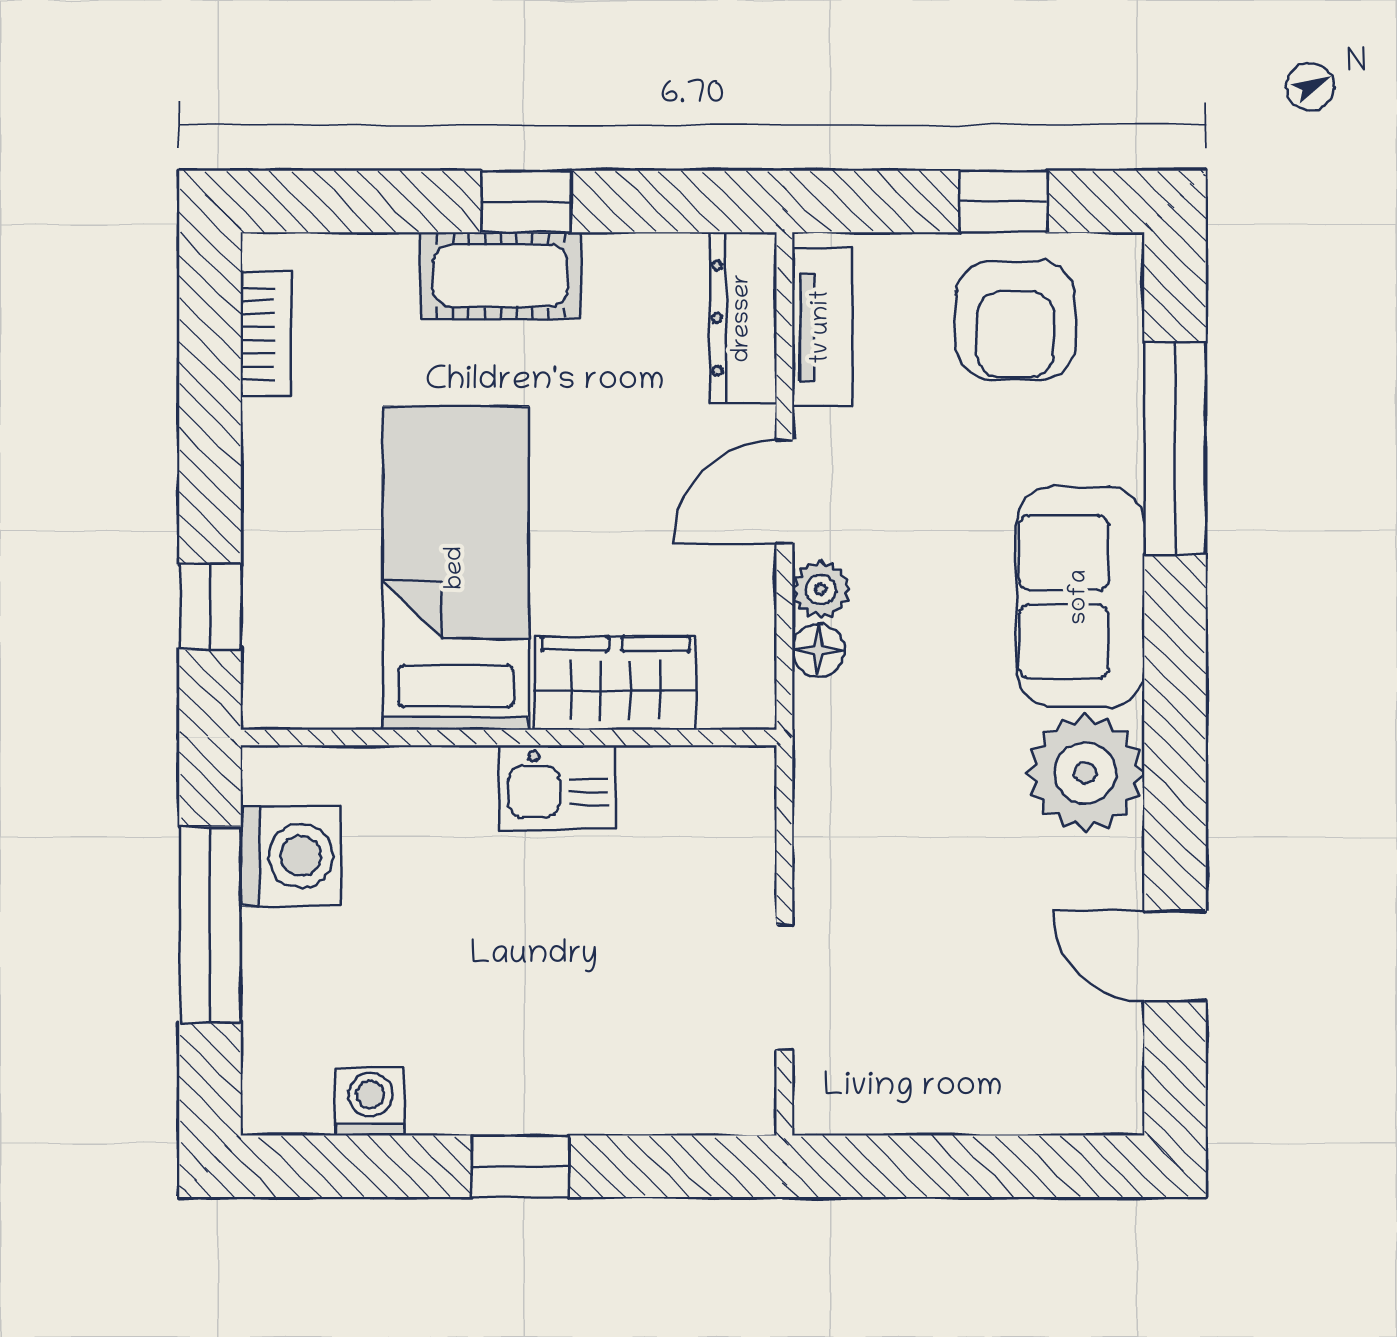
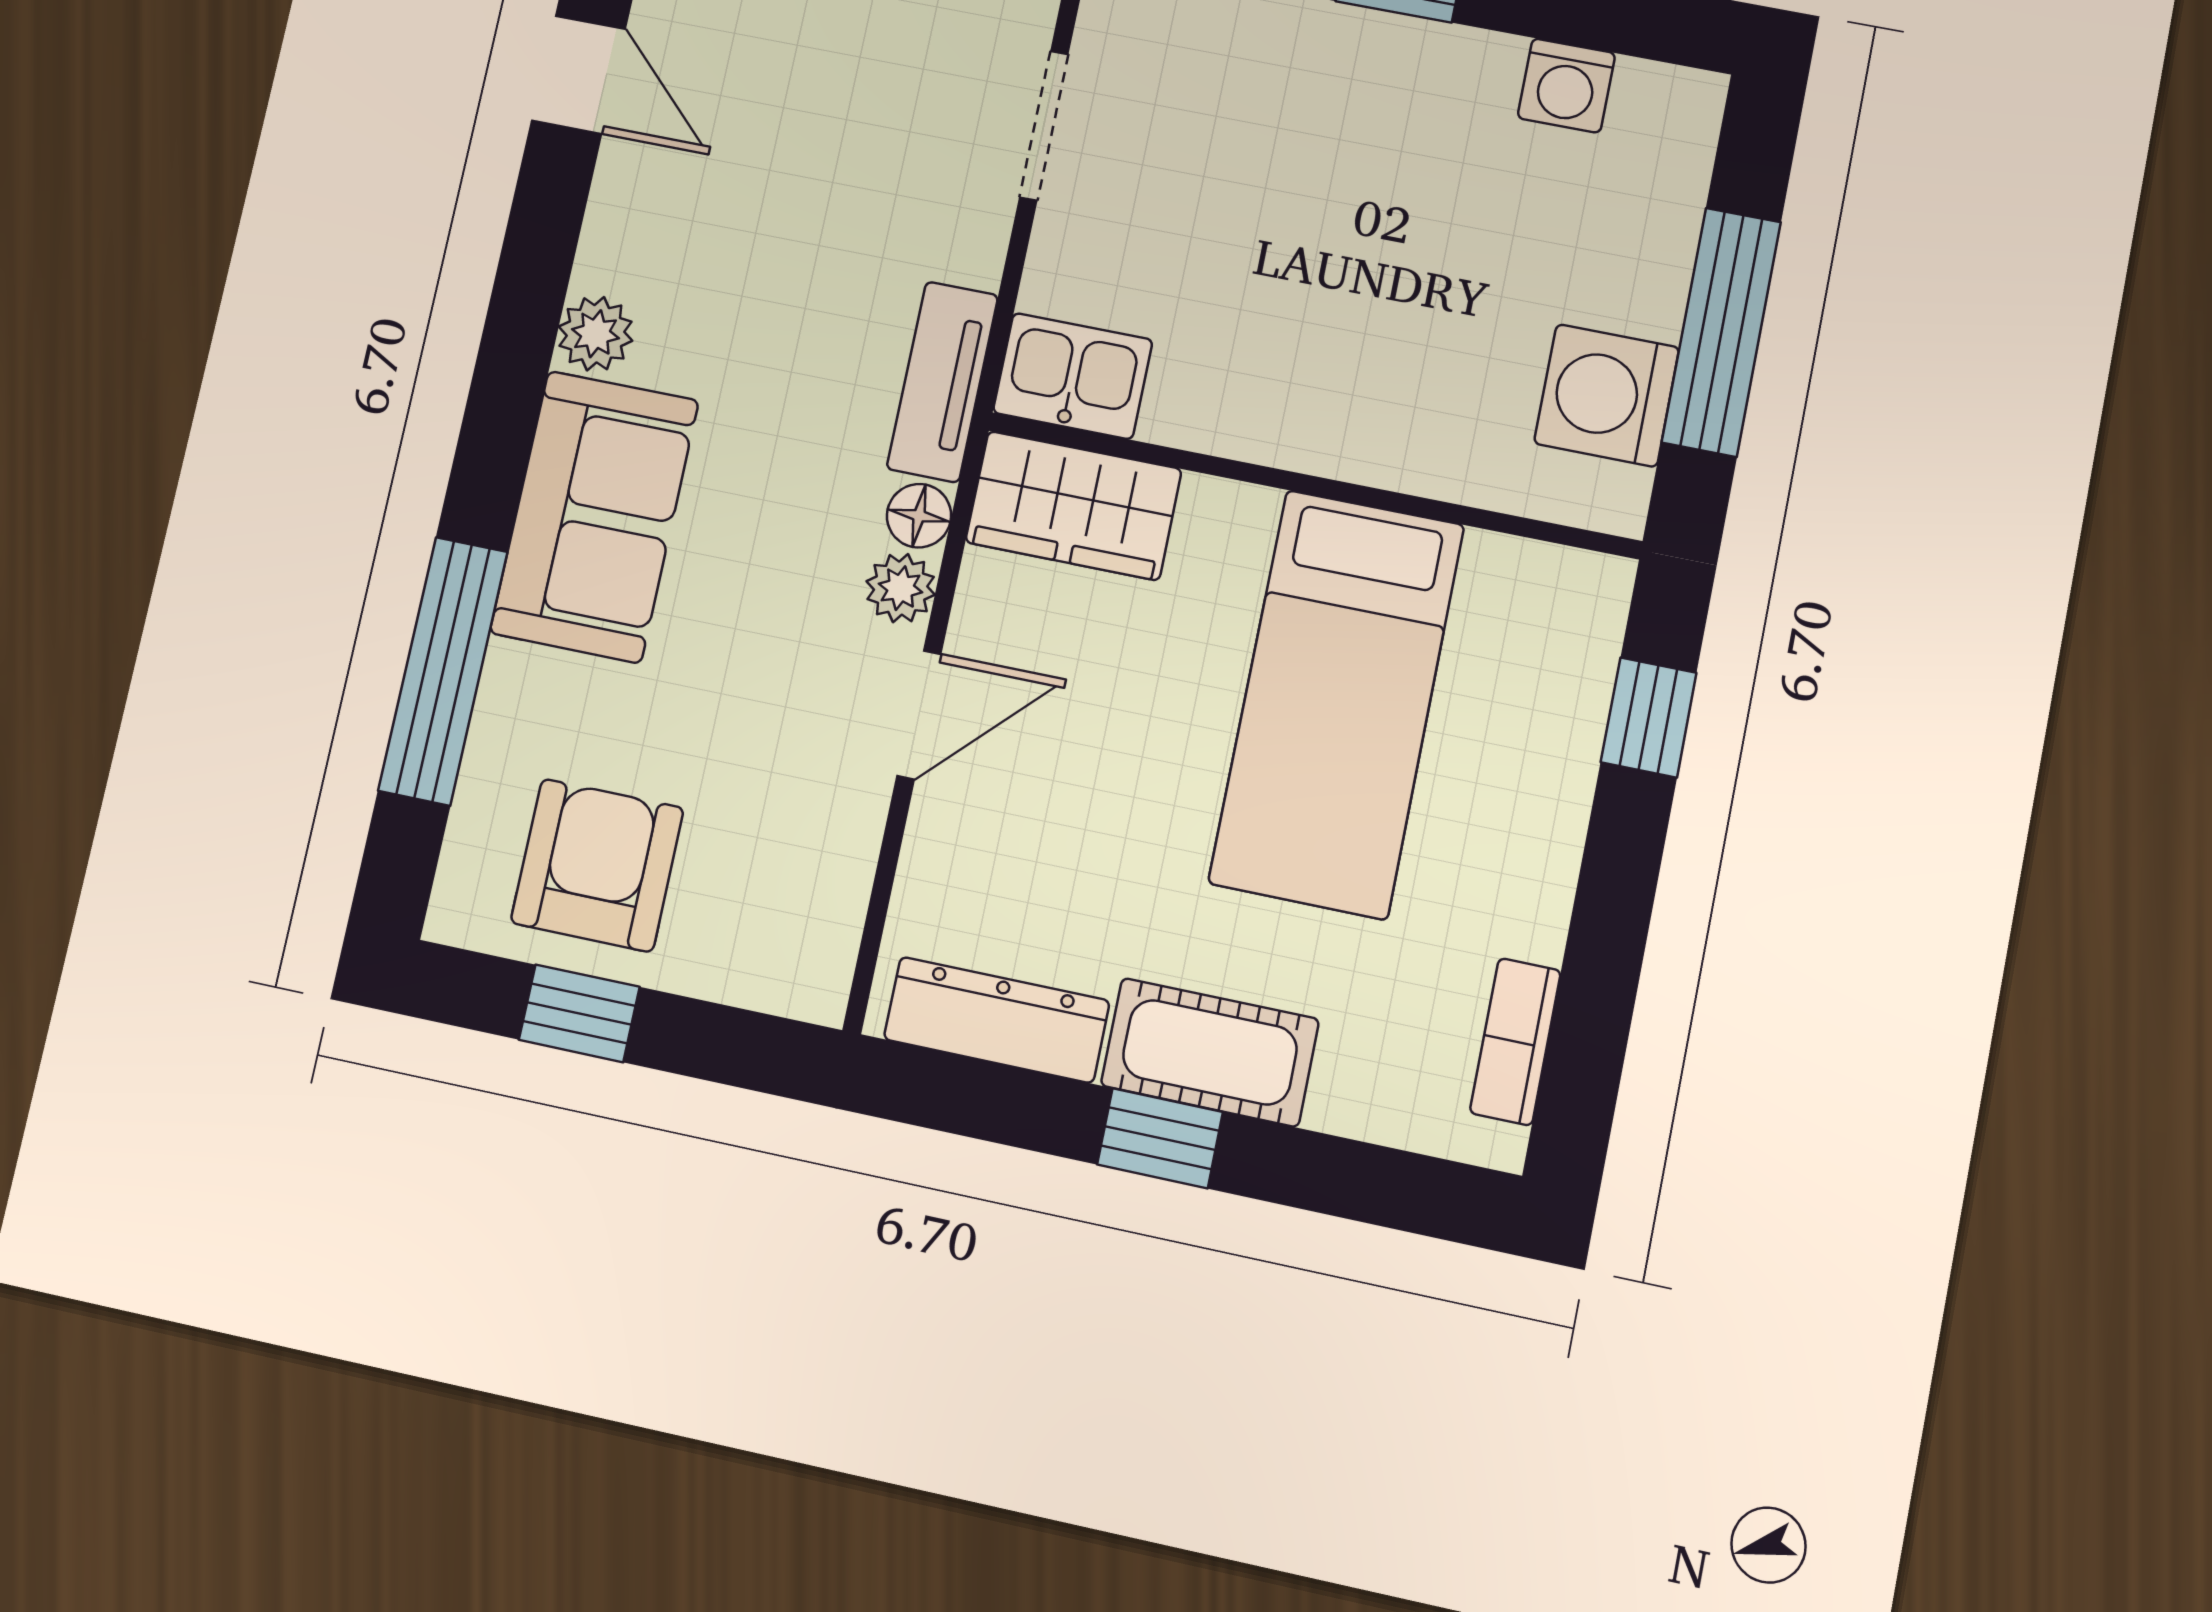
dresser: (743, 318) -> (997, 1020), moved, turned -90
tv unit: (822, 327) -> (942, 382), moved
wardrobe: (615, 683) -> (1073, 506), moved
plant: (1085, 773) -> (596, 334), width x0.53, depth x0.53
kitchen sink: (557, 787) -> (1073, 376), moved

